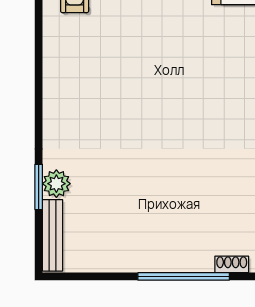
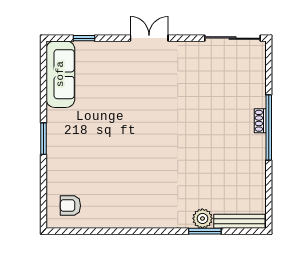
shoe rack: (232, 264) -> (260, 121), moved

